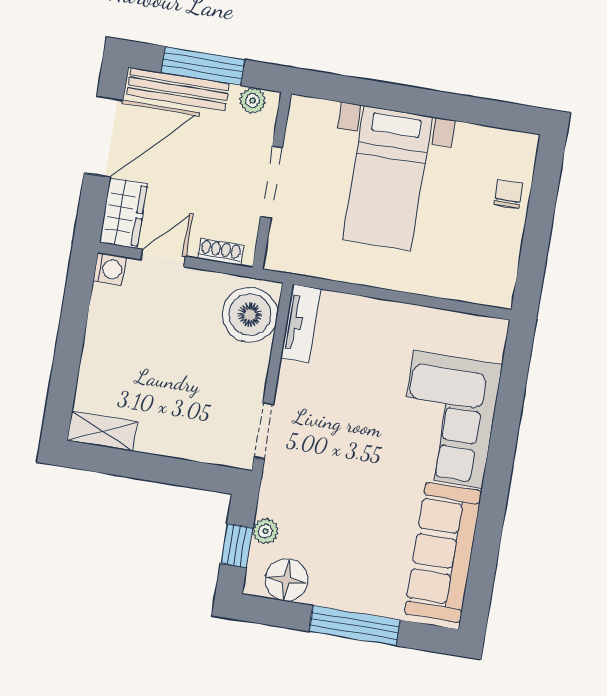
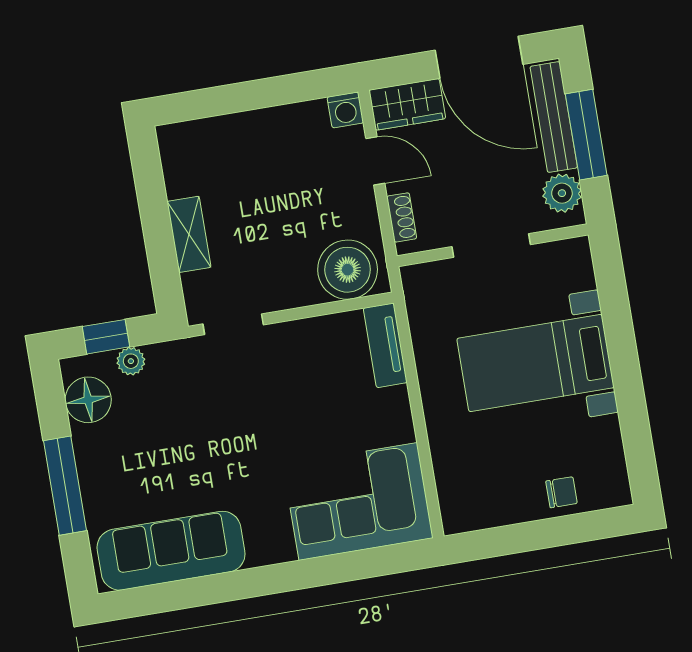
plant: (253, 100) -> (562, 193), width x1.38, depth x1.38
tv unit: (301, 323) -> (385, 345), moved, turned 90
corner sofa: (448, 419) -> (358, 501), moved
shelving: (102, 431) -> (189, 234), moved

